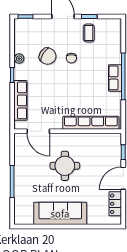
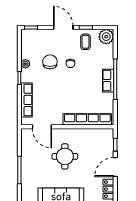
plant: (113, 27) -> (106, 37), added
chair: (48, 56) -> (50, 62), turned -122

